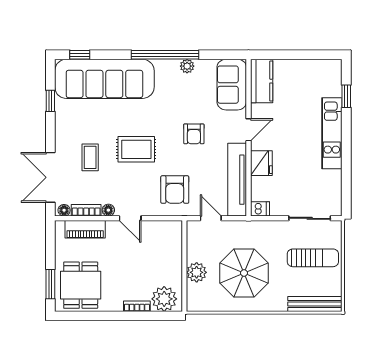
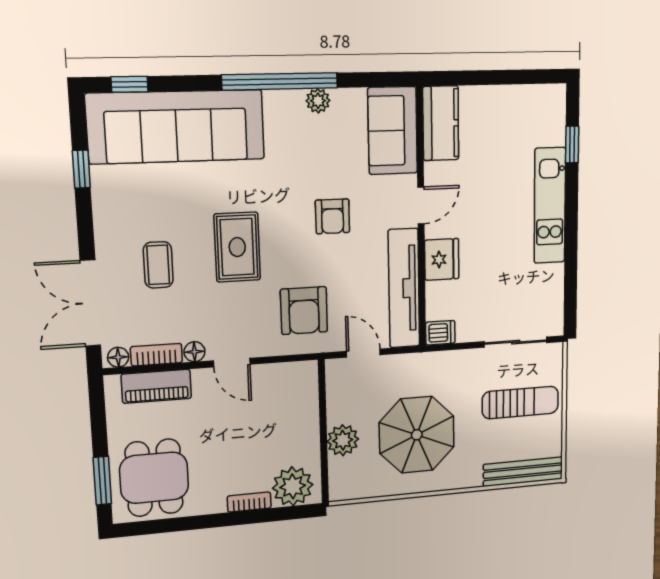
rug: (136, 149) -> (237, 247), turned 90

